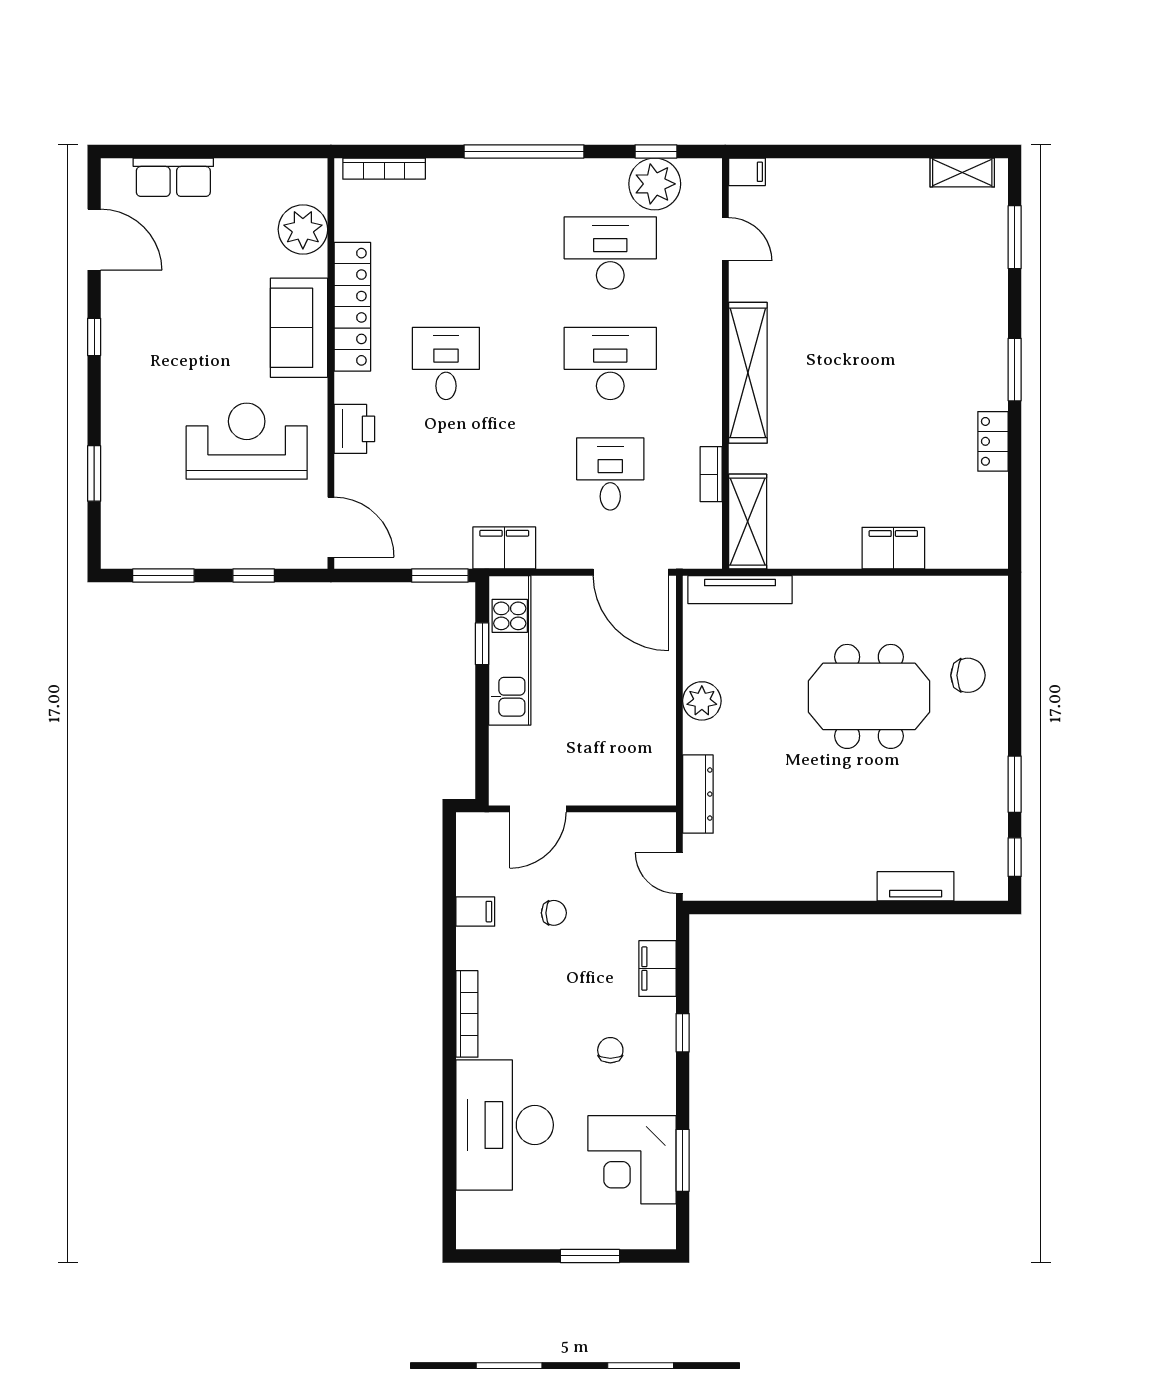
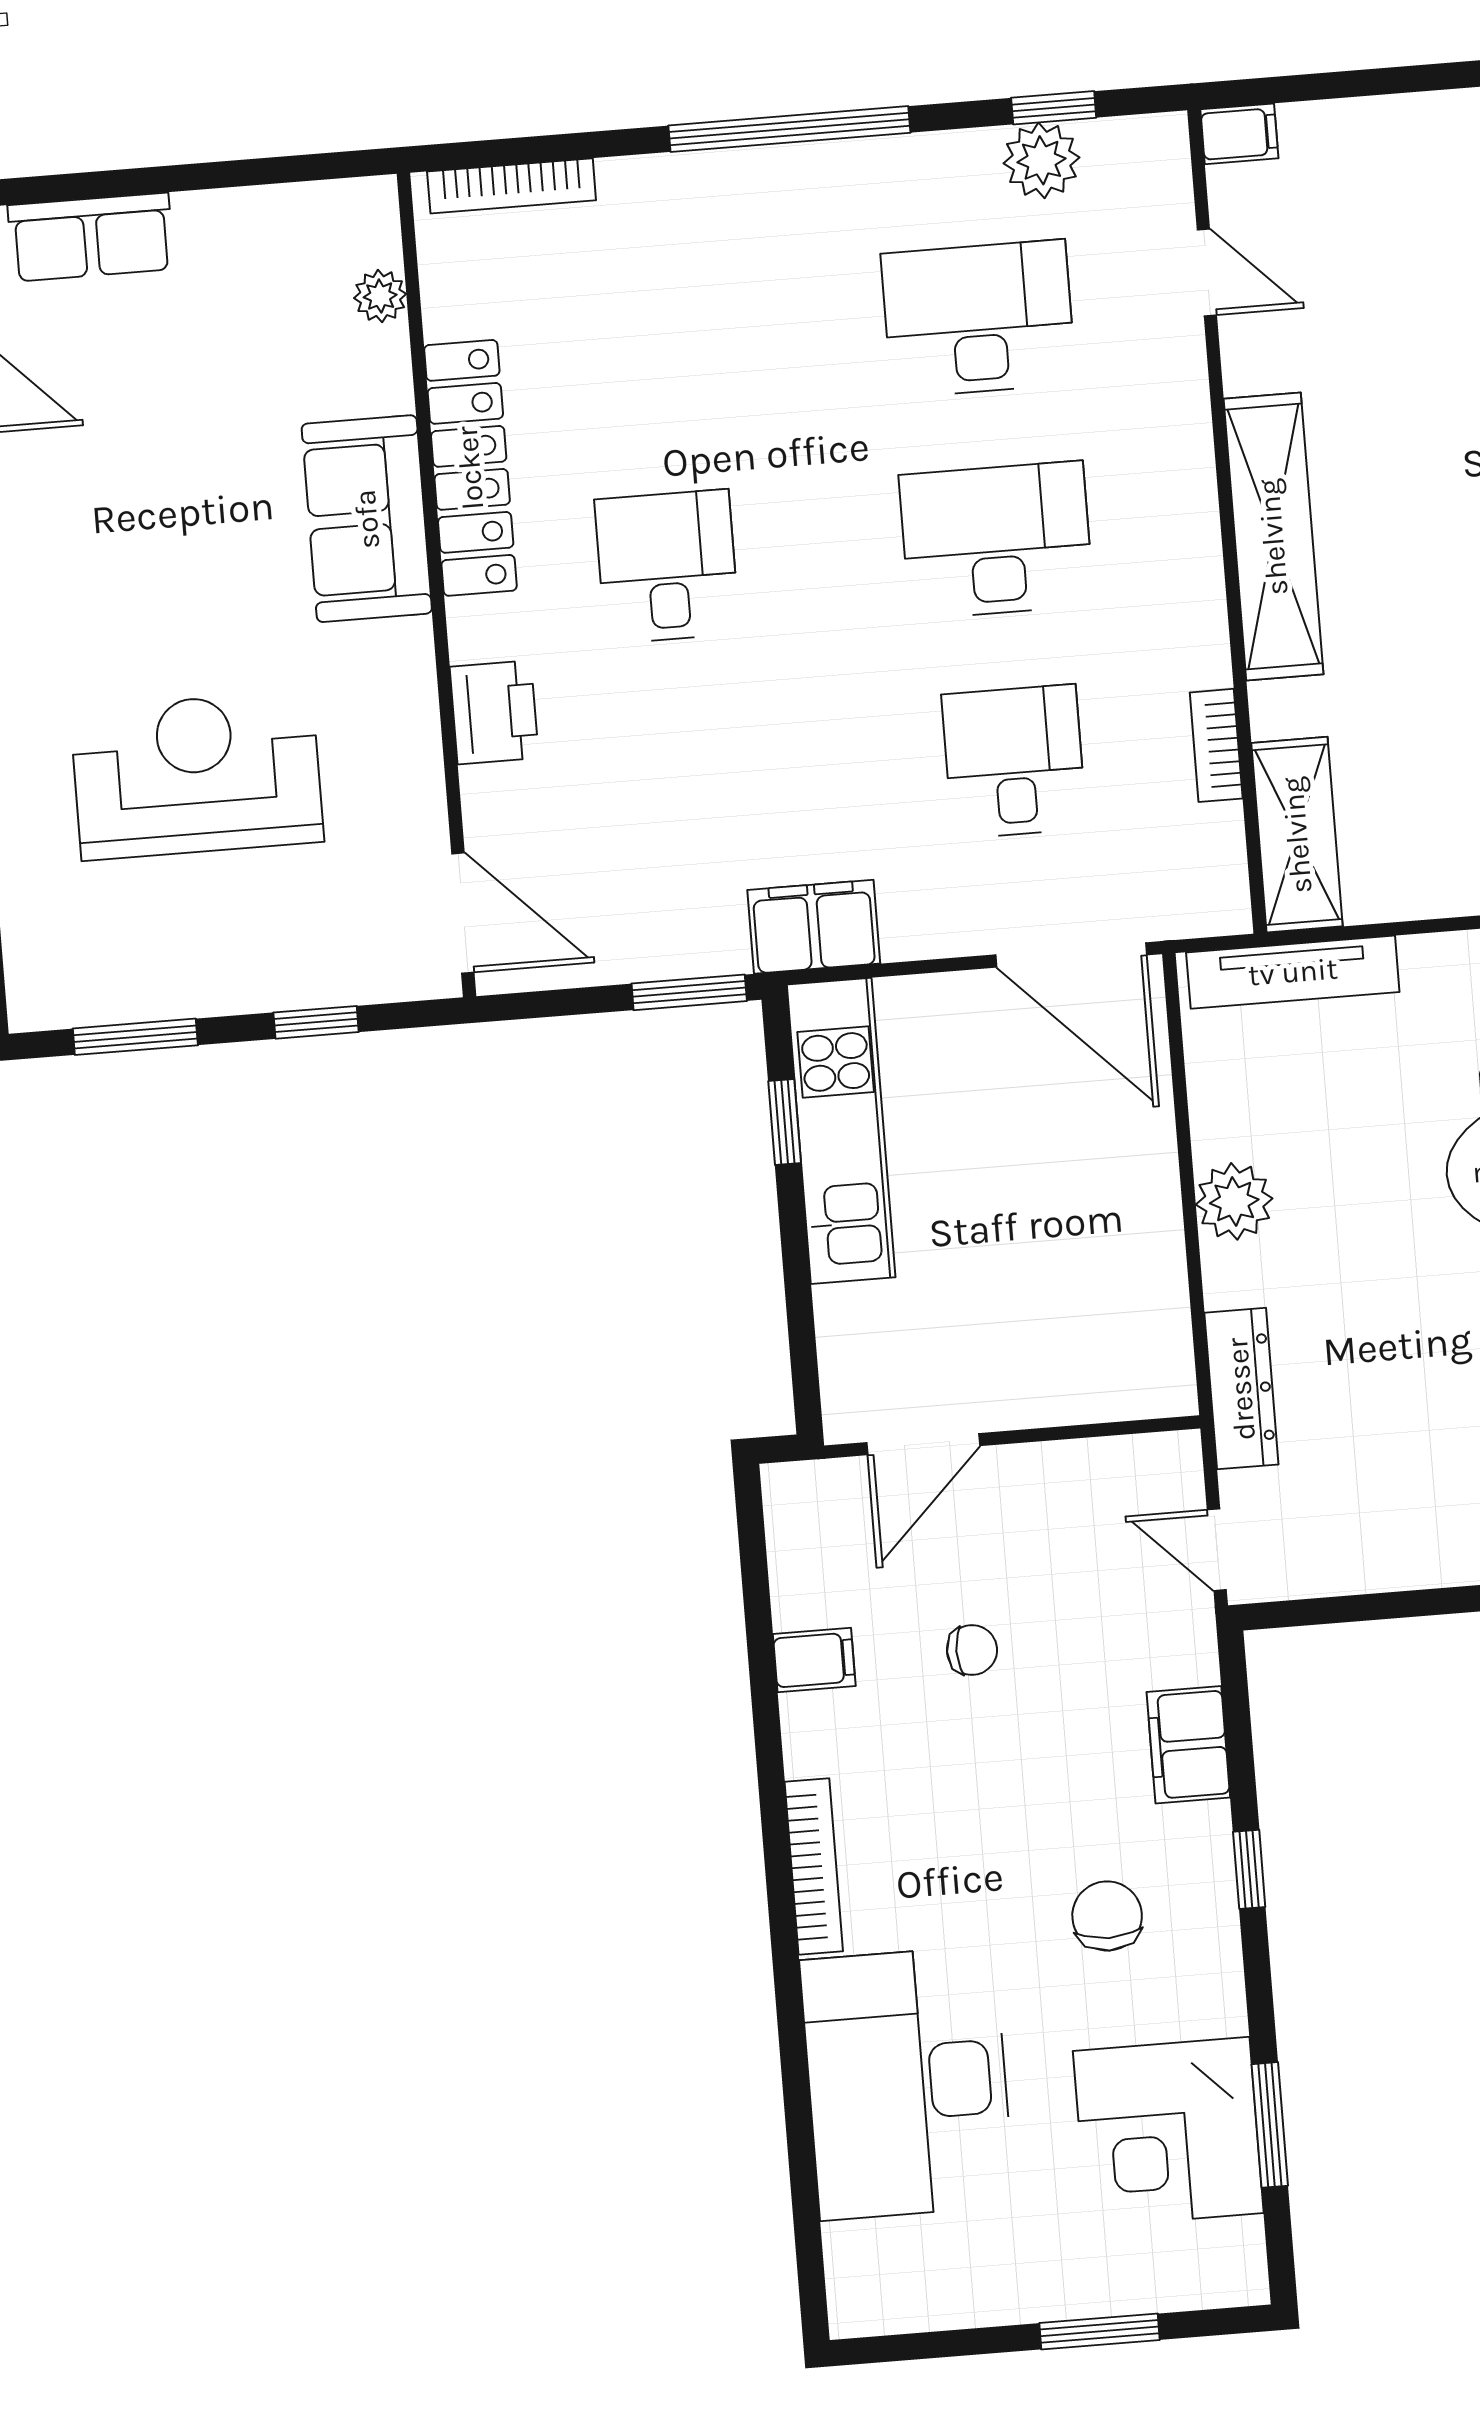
plant: (655, 184) -> (1041, 160), width x0.73, depth x0.73
plant: (303, 229) -> (380, 296), width x0.53, depth x0.53
reception desk: (247, 441) -> (197, 775), moved
chair: (610, 1050) -> (1107, 1916), width x1.37, depth x1.37

